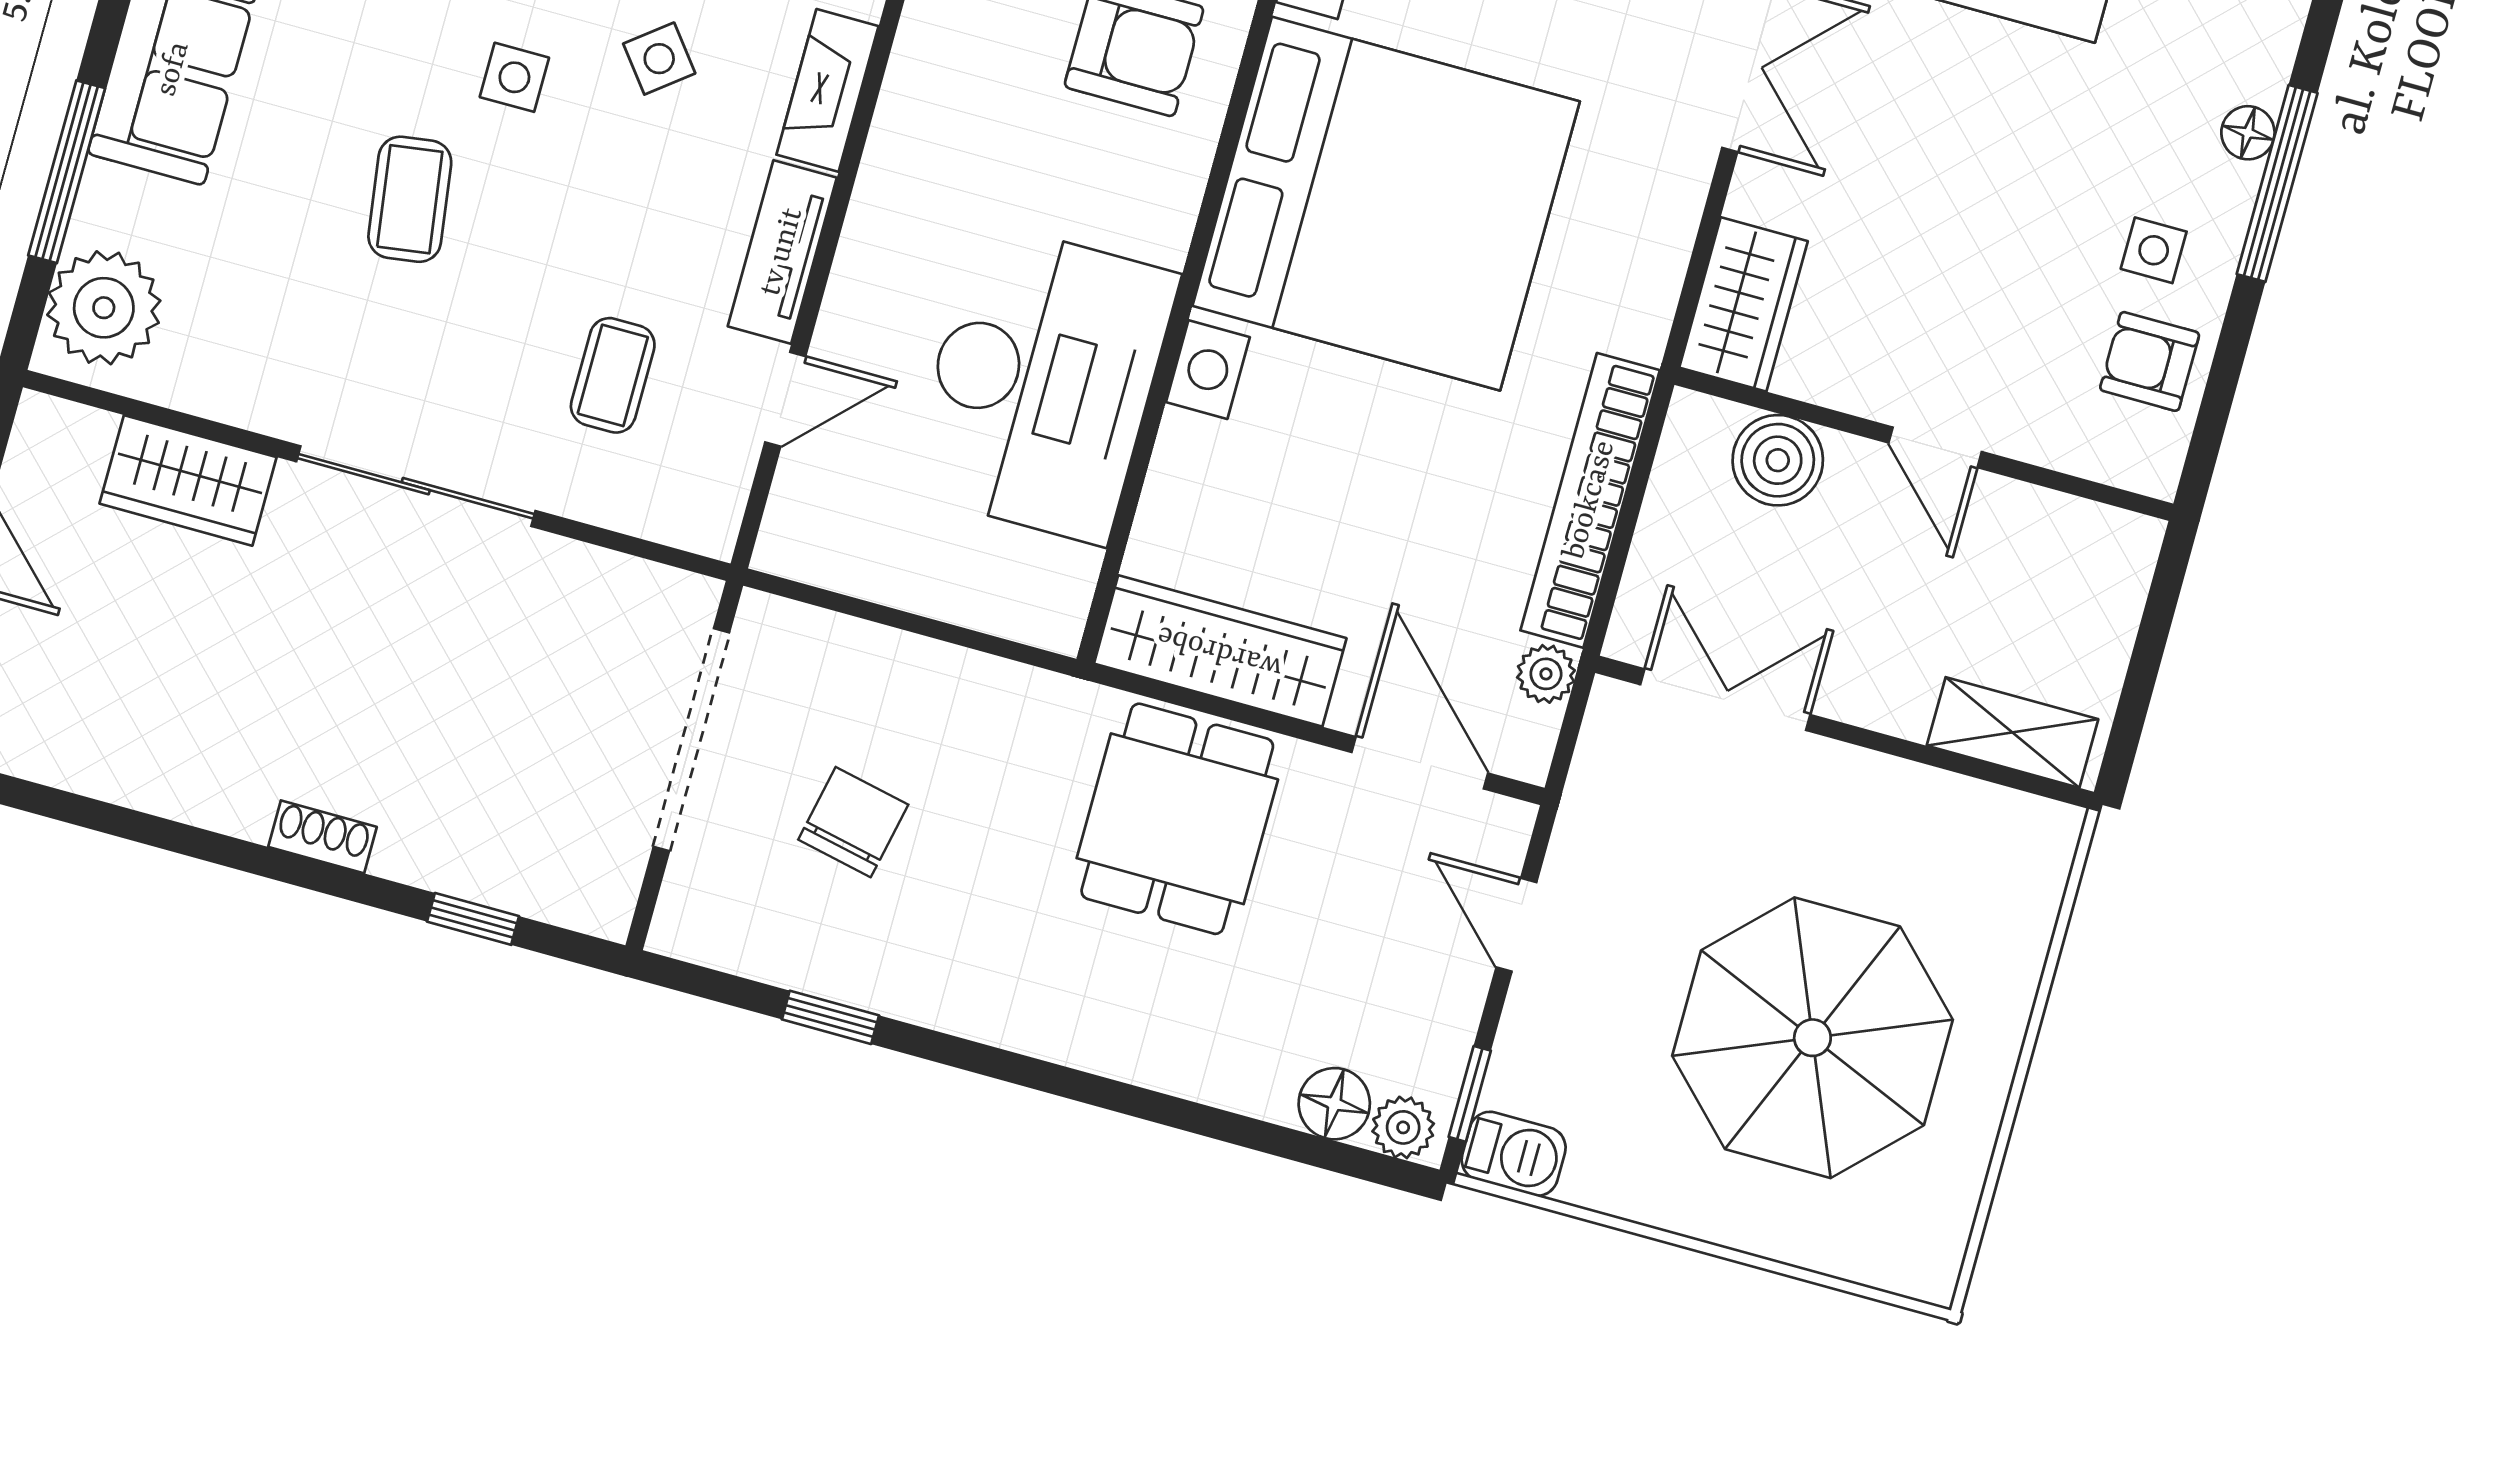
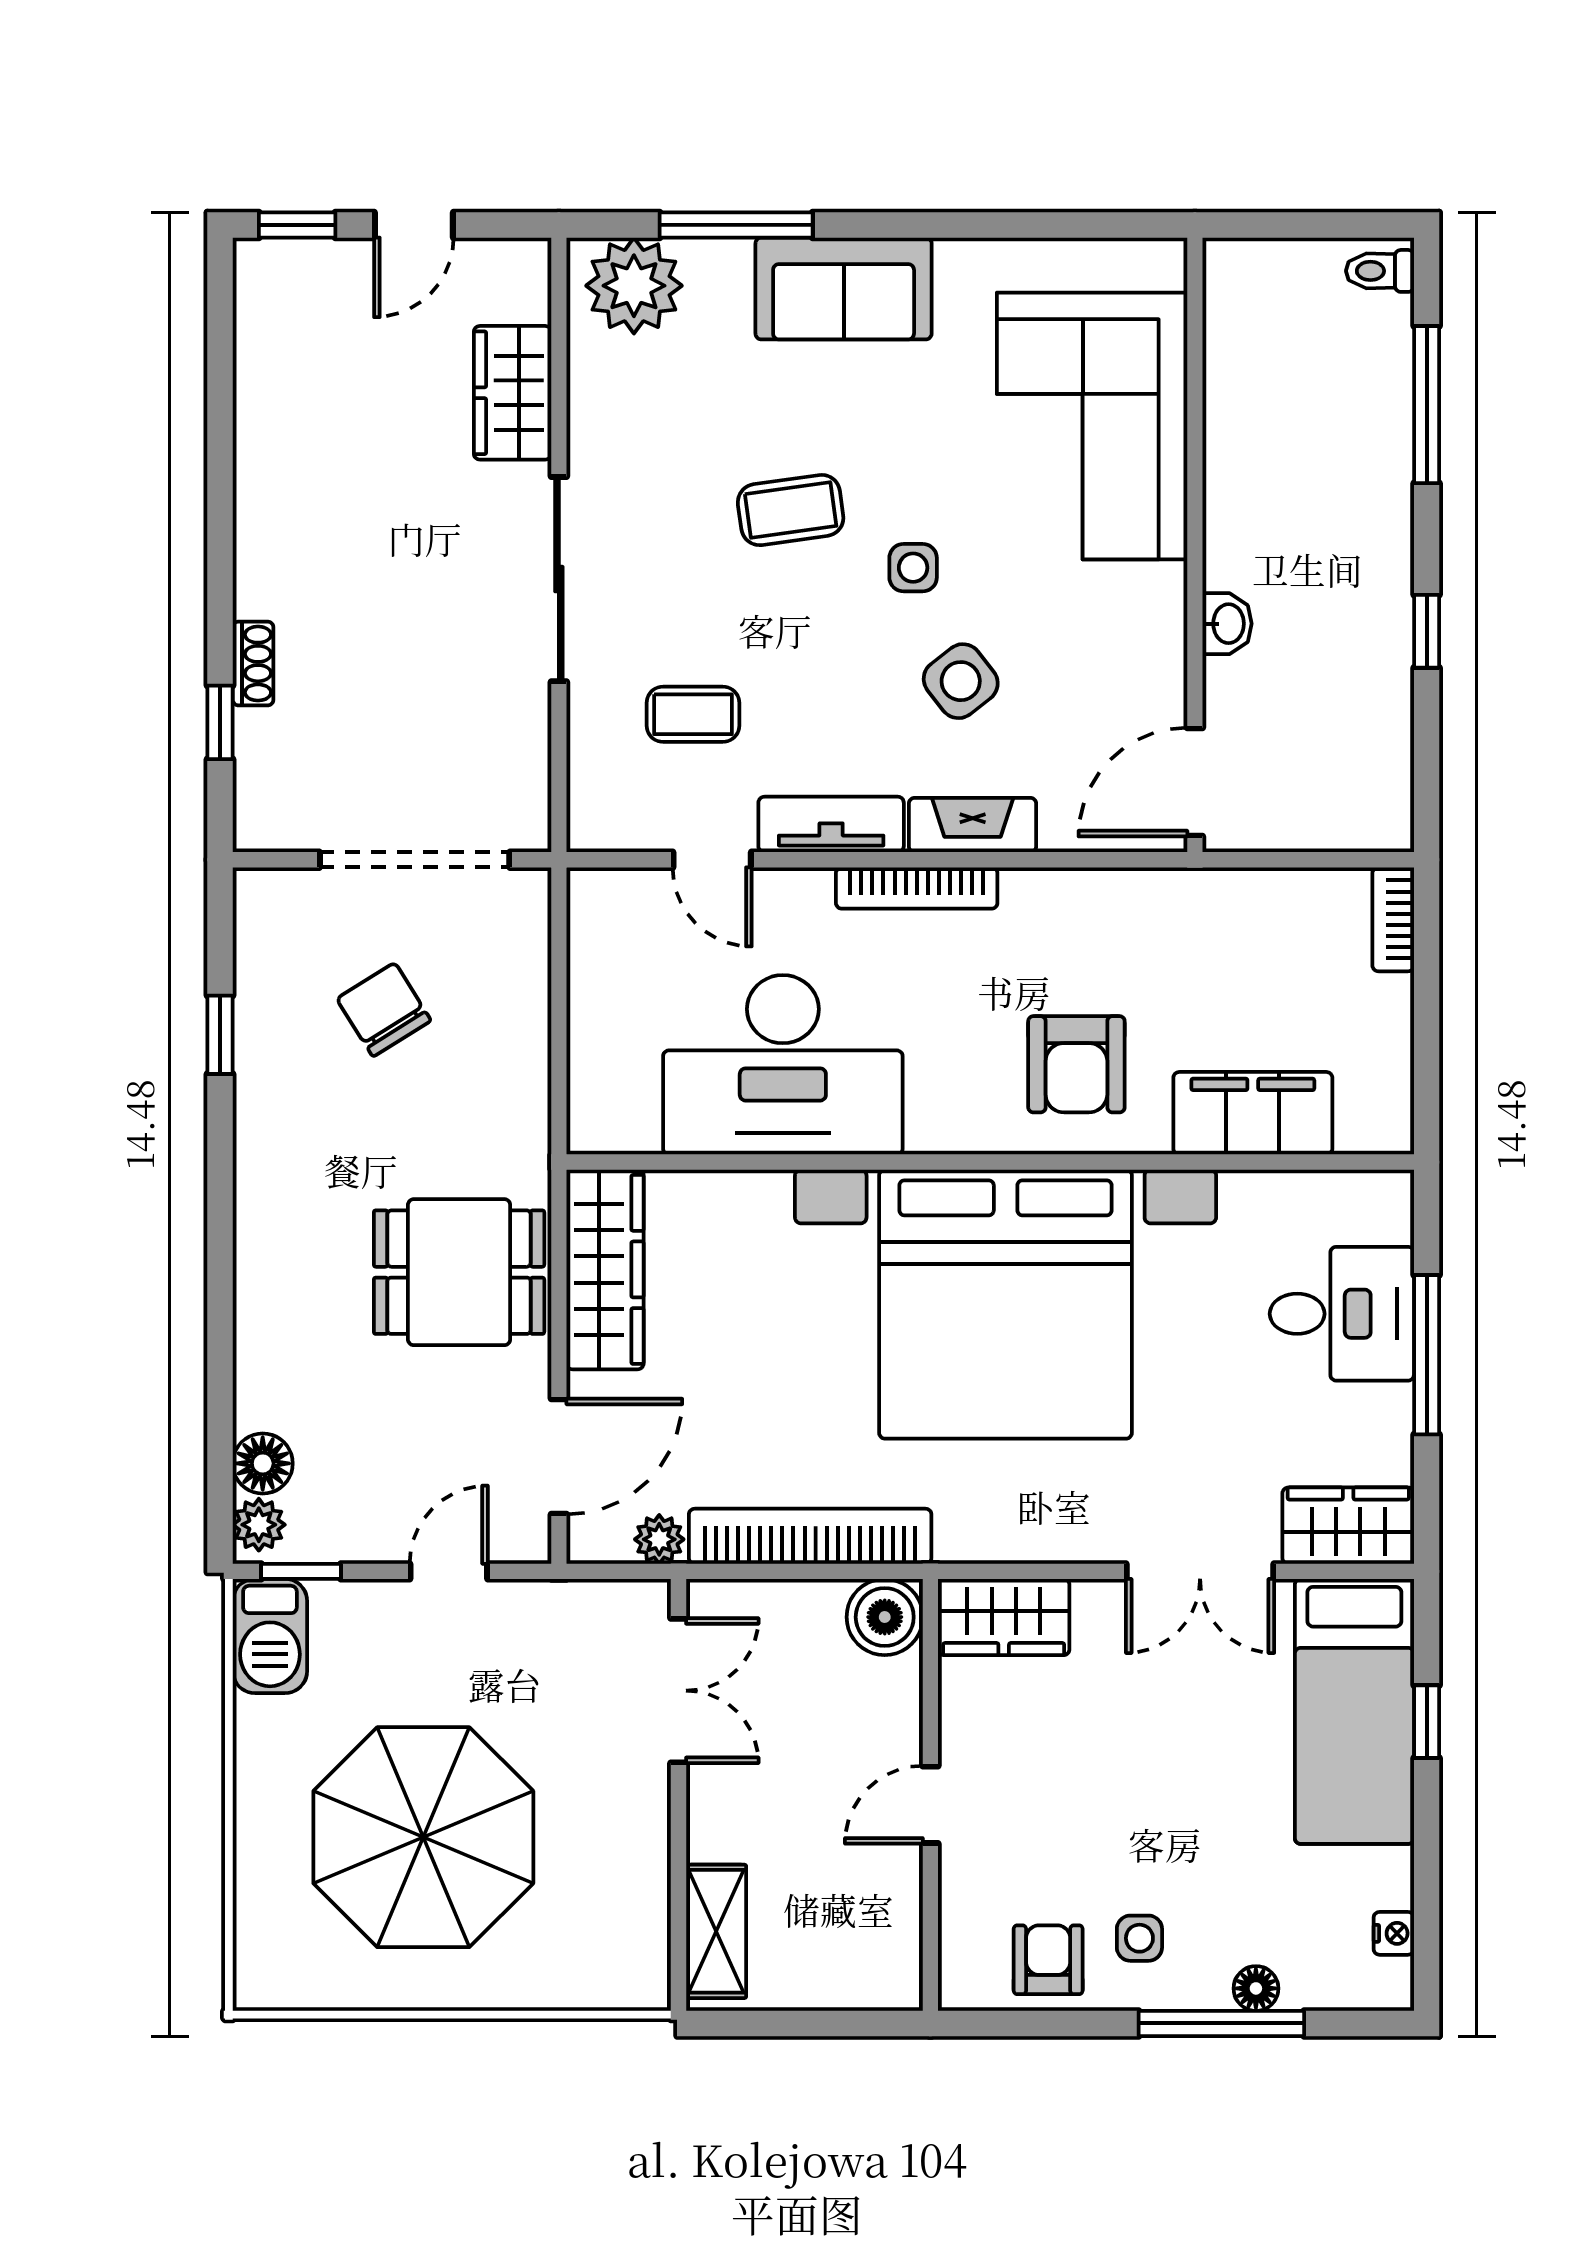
side table: (659, 59) -> (961, 681), width x1.37, depth x1.37
bookcase: (882, 174) -> (917, 888), added
boiler: (1778, 460) -> (885, 1617), moved
chair: (853, 822) -> (384, 1010), turned -134
shoe rack: (322, 837) -> (253, 664), moved
barbecue: (1514, 1154) -> (270, 1636), width x1.38, depth x1.27

